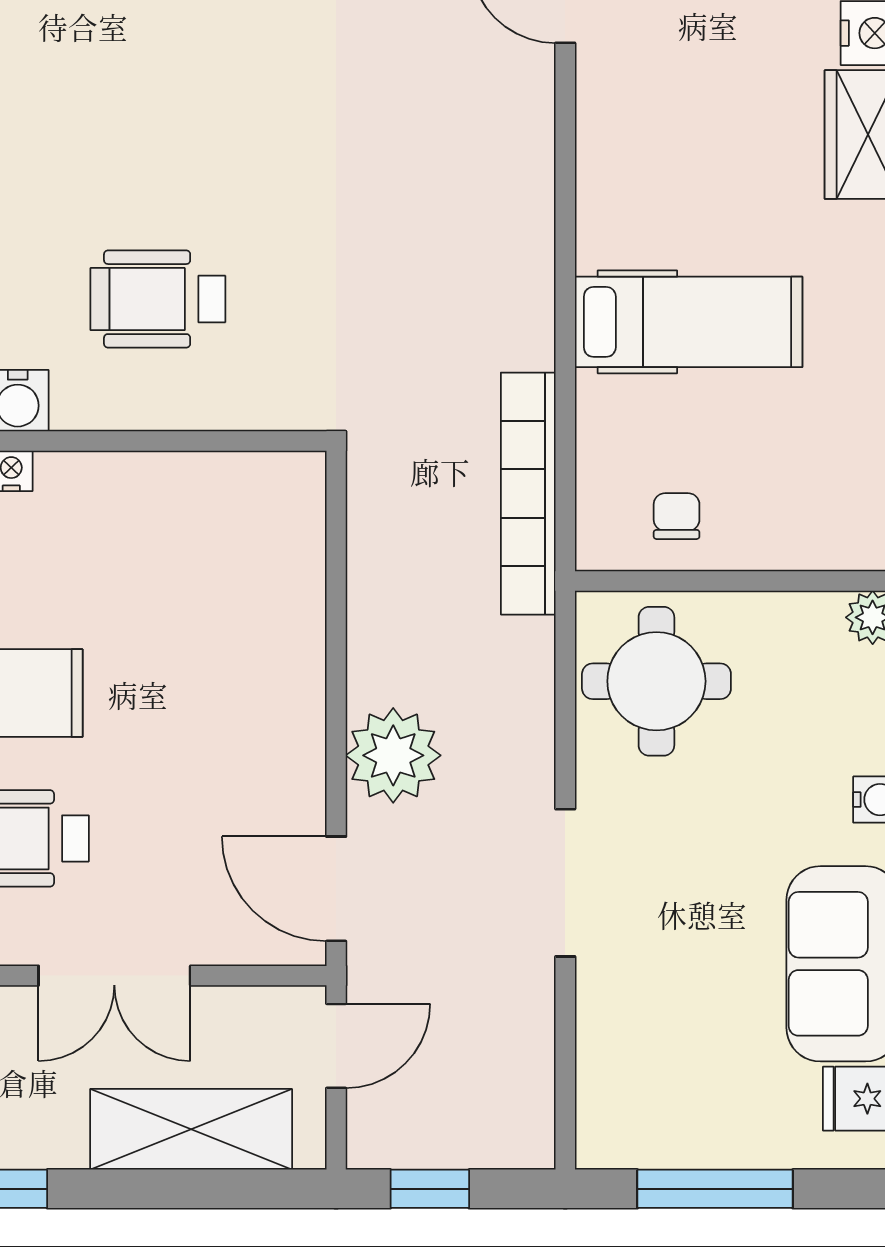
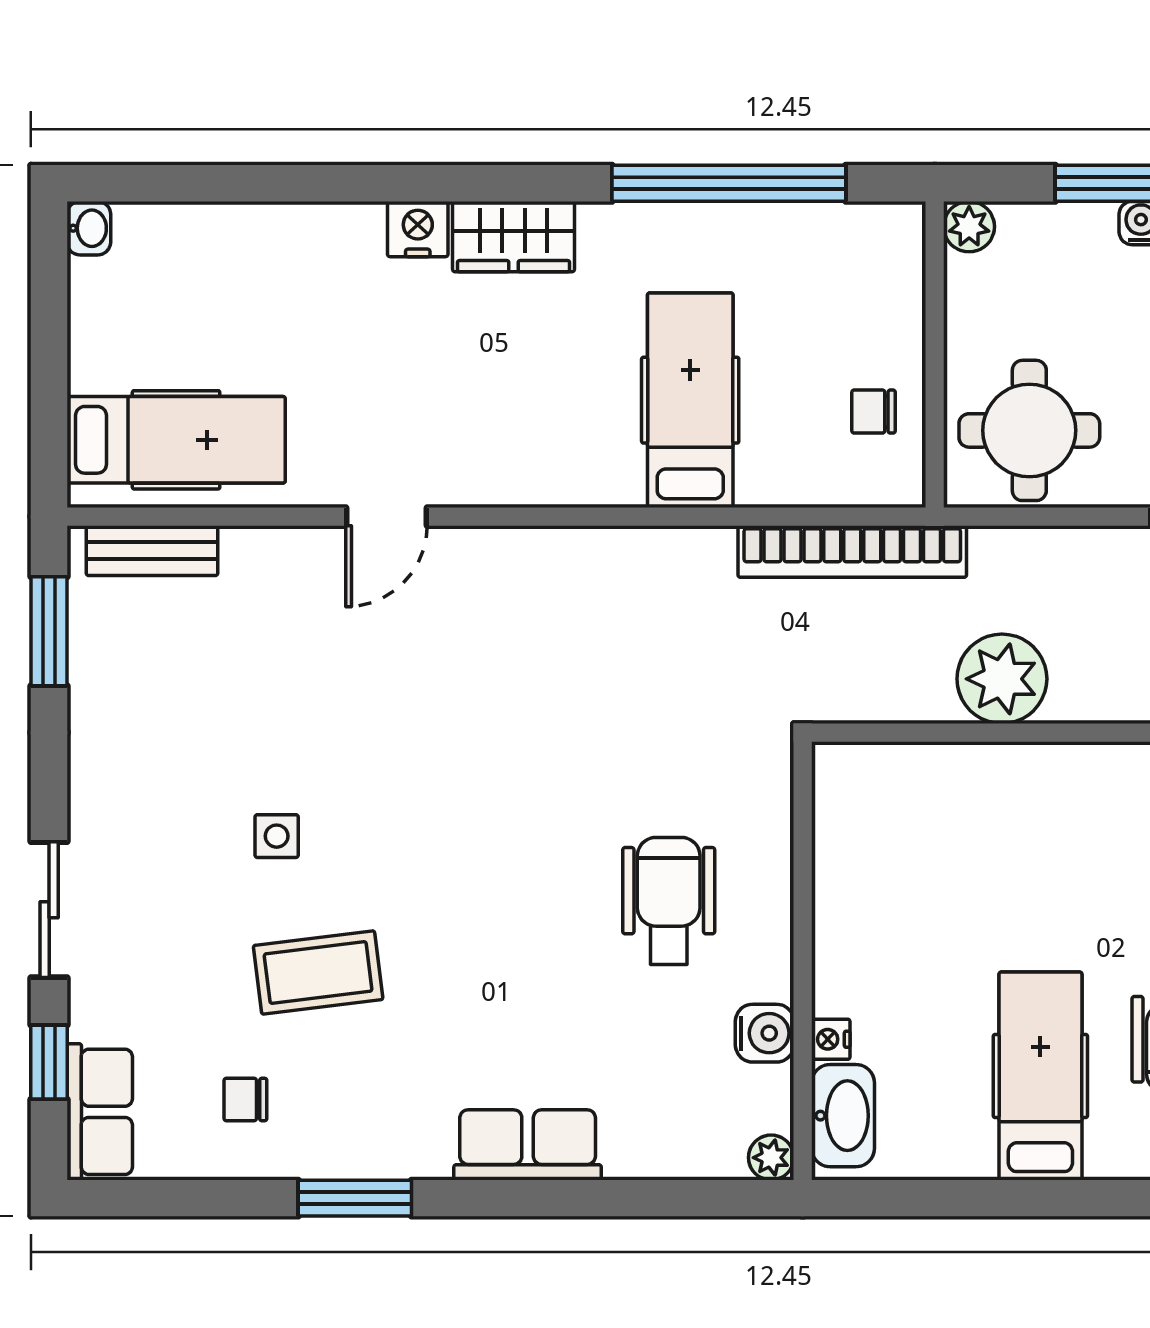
wheelchair: (158, 299) -> (669, 901), turned 180
plant: (393, 755) -> (1002, 679), moved

